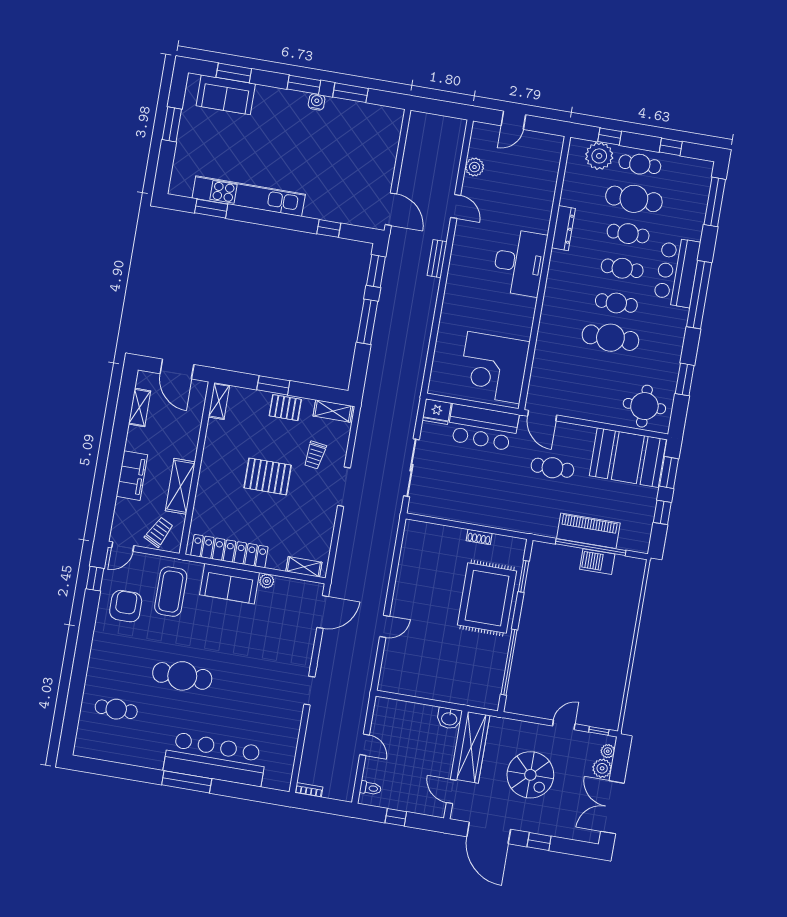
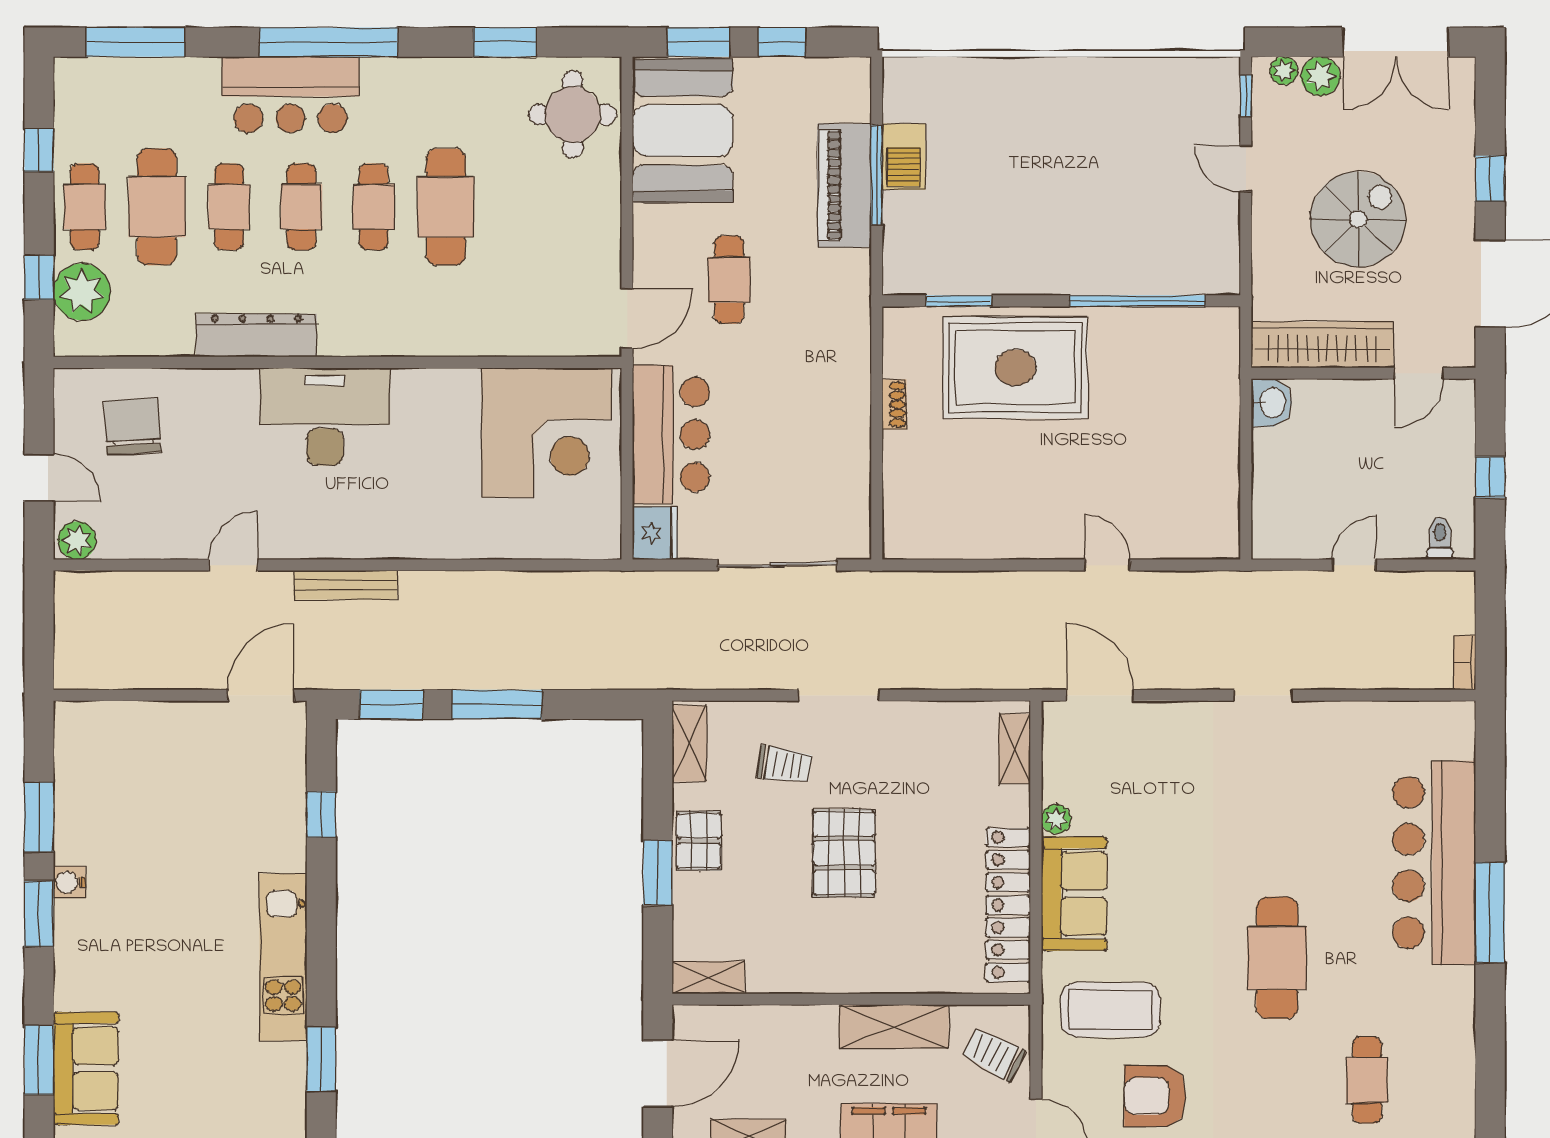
plant: (474, 167) -> (77, 540), moved
chair: (531, 169) -> (132, 426), added
kitchen unit: (249, 196) -> (283, 957), width x0.73
dresser: (563, 228) -> (256, 335), width x1.37, depth x1.24
bench: (437, 259) -> (345, 585), width x1.36
window: (591, 547) -> (877, 175), width x0.68

